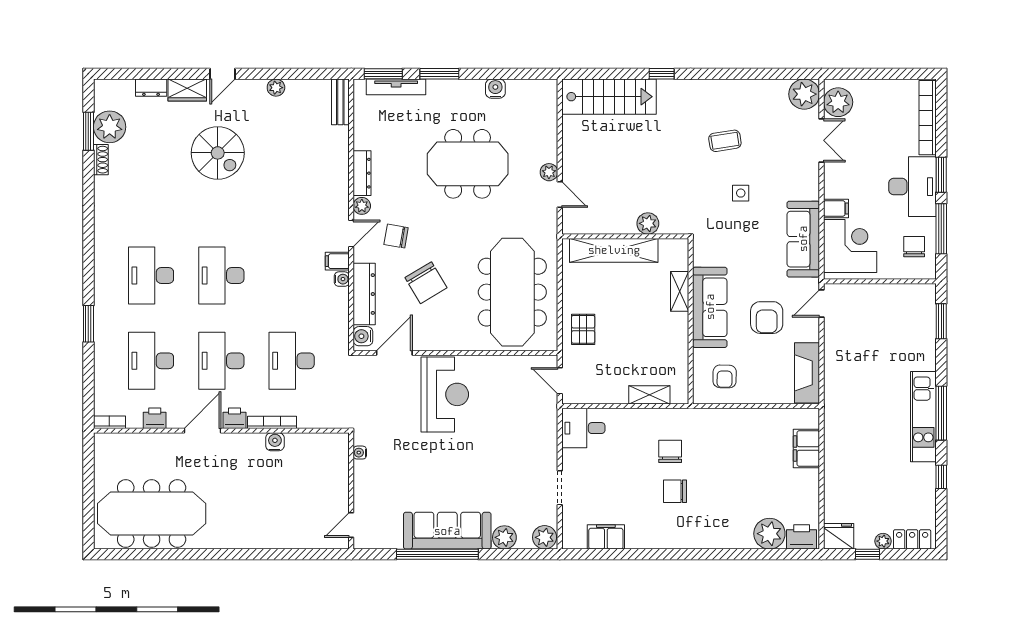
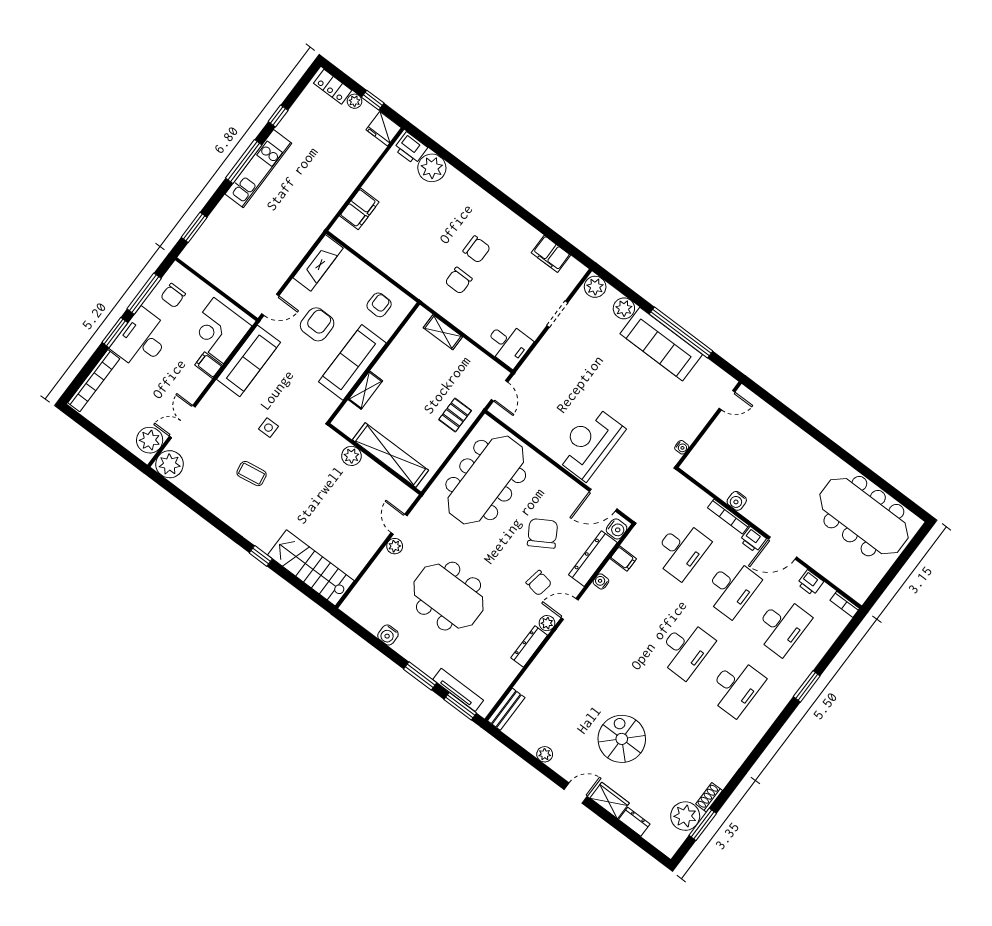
filing cabinet: (337, 261) -> (623, 559), moved

